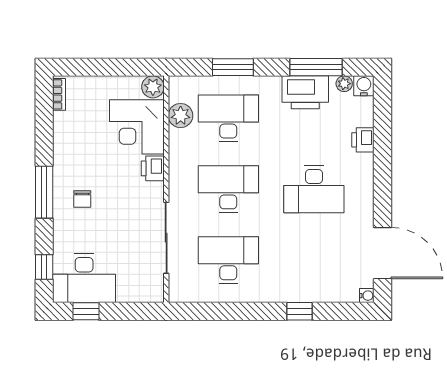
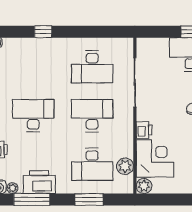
desk: (228, 189) -> (92, 116), turned 180

